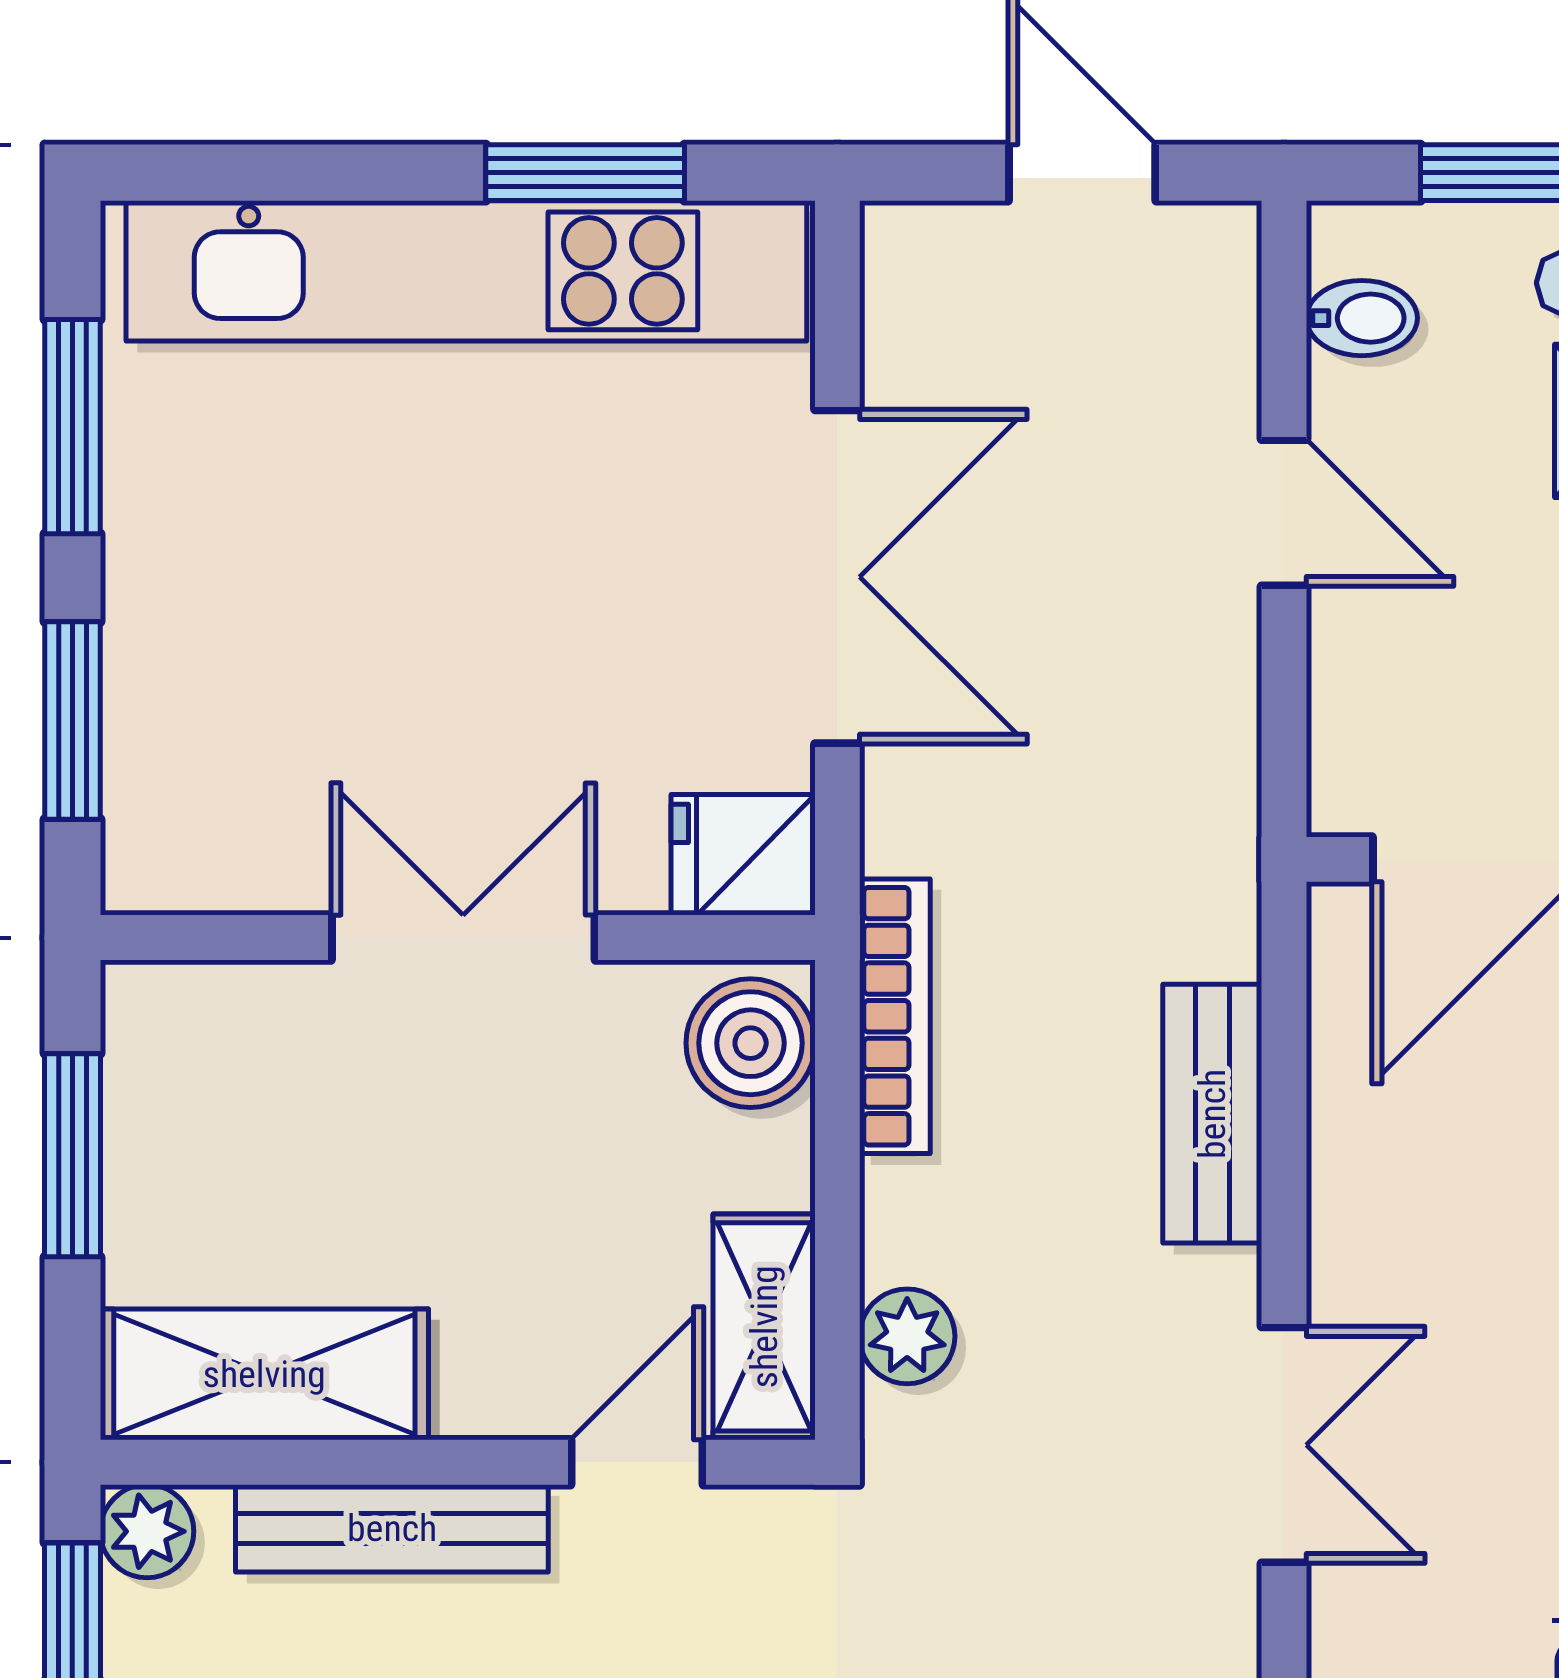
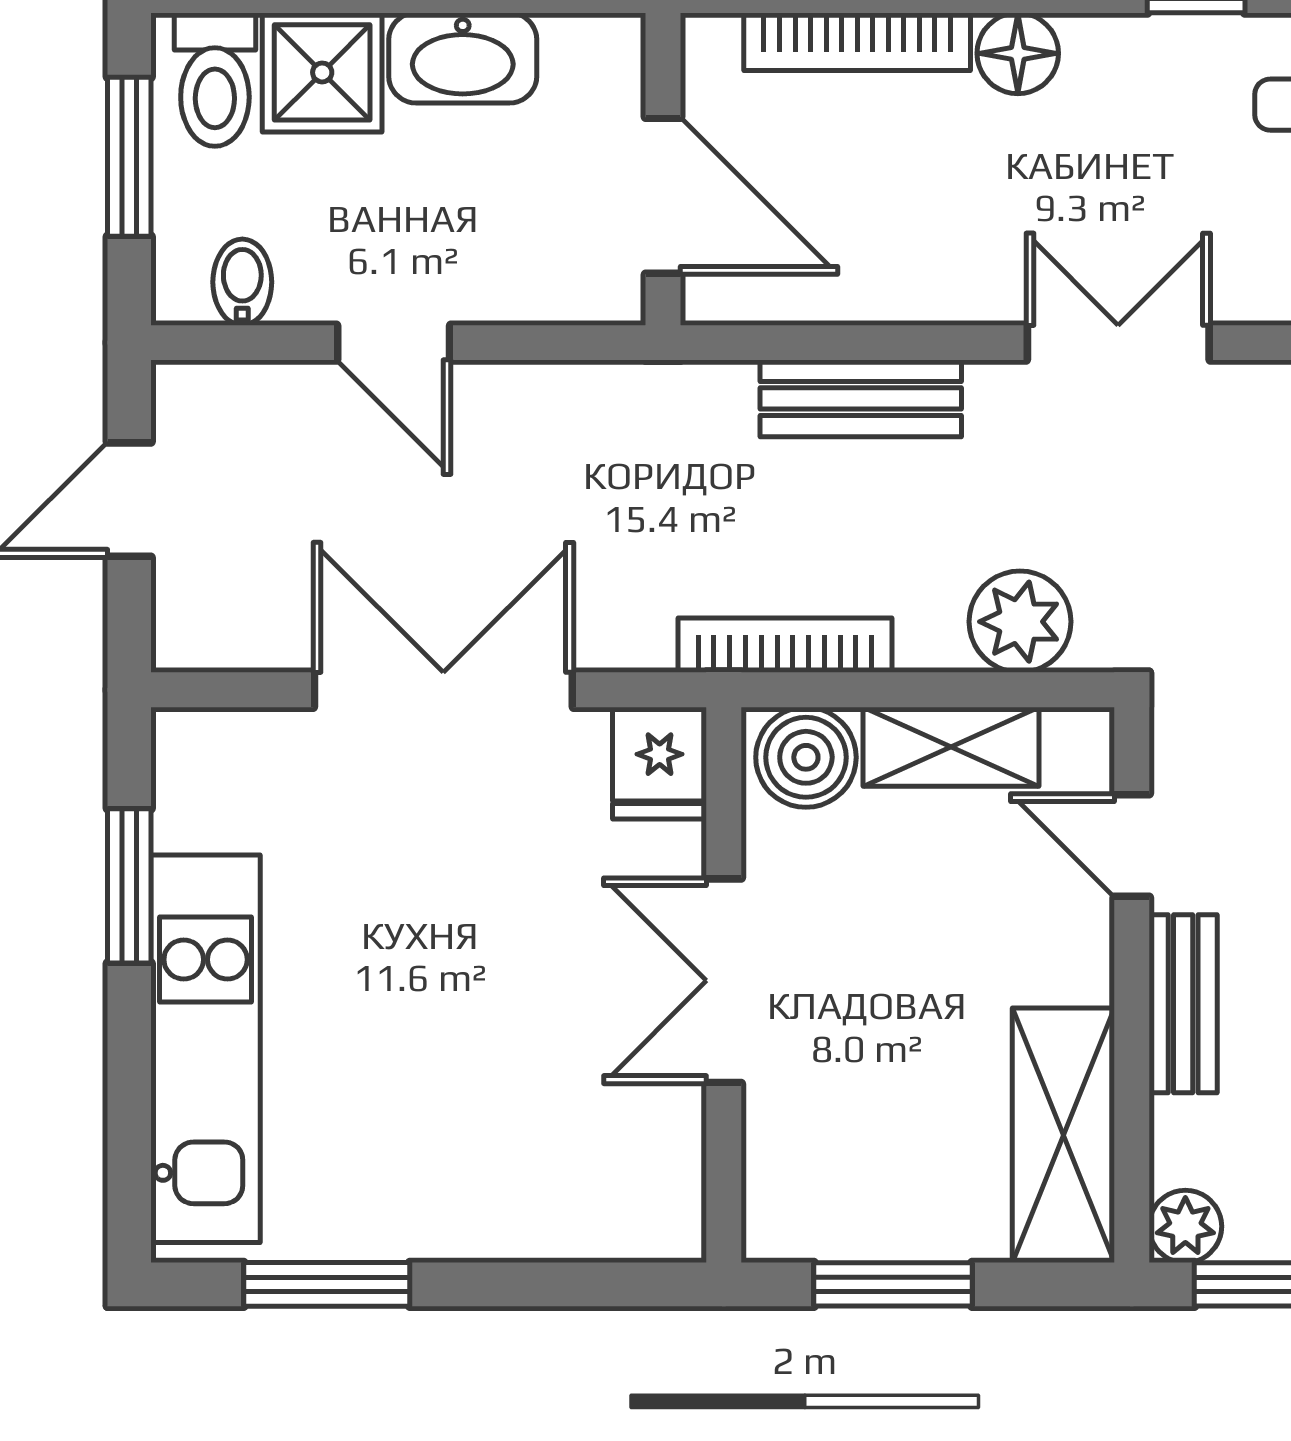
kitchen unit: (466, 271) -> (206, 1049), width x0.73
door: (1284, 513) -> (394, 343), swing flipped
window: (72, 720) -> (555, 1284), removed
shelving: (764, 1327) -> (951, 747), moved
plant: (907, 1336) -> (1020, 622), width x1.38, depth x1.38
bench: (392, 1528) -> (1183, 1004), width x0.73

